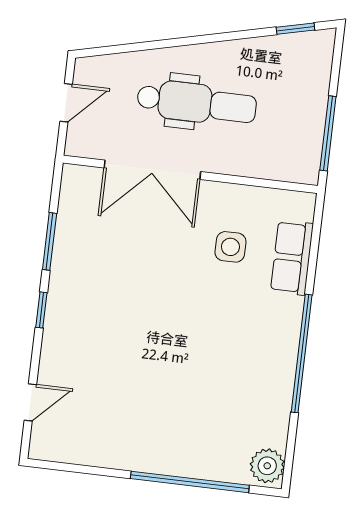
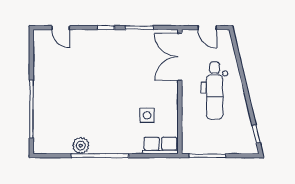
double door: (152, 170) -> (180, 57), moved
row of seats: (292, 258) -> (160, 145), moved
plant: (267, 466) -> (81, 146), moved

